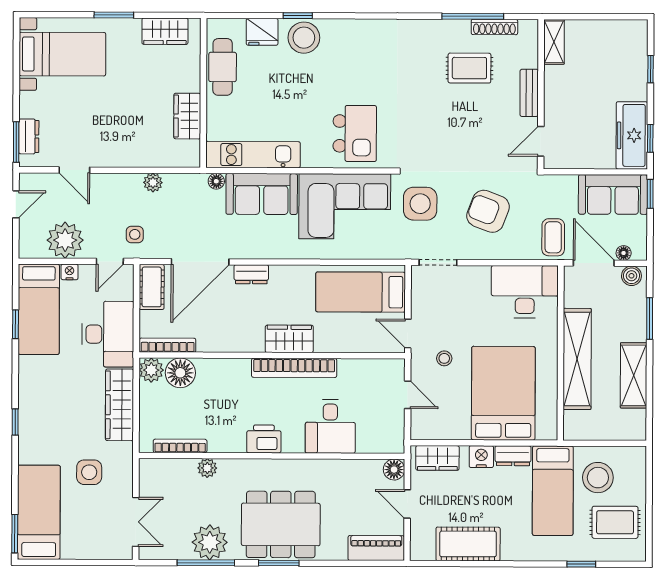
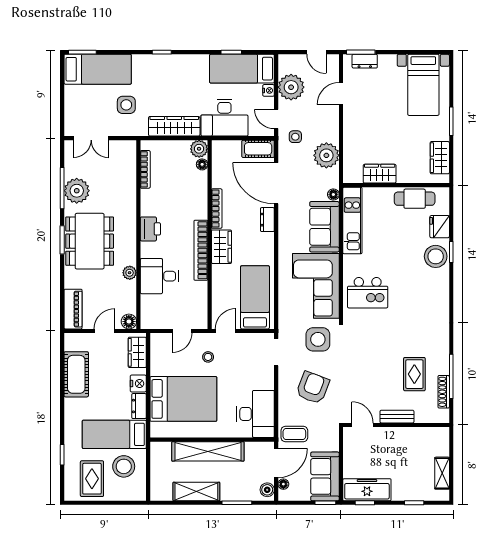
shelving: (554, 42) -> (442, 473), moved, turned 90
plant: (153, 183) -> (326, 155), width x1.87, depth x1.87
bookcase: (168, 345) -> (217, 209), moved
floor lamp: (180, 373) -> (202, 164), width x0.53, depth x0.53
plant: (207, 468) -> (130, 273), moved

